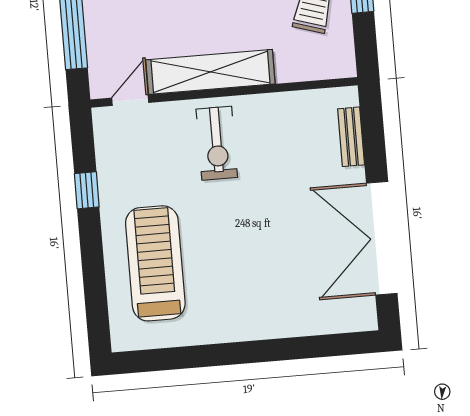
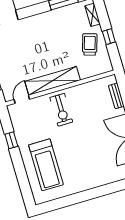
treadmill: (155, 263) -> (46, 165), turned 180

